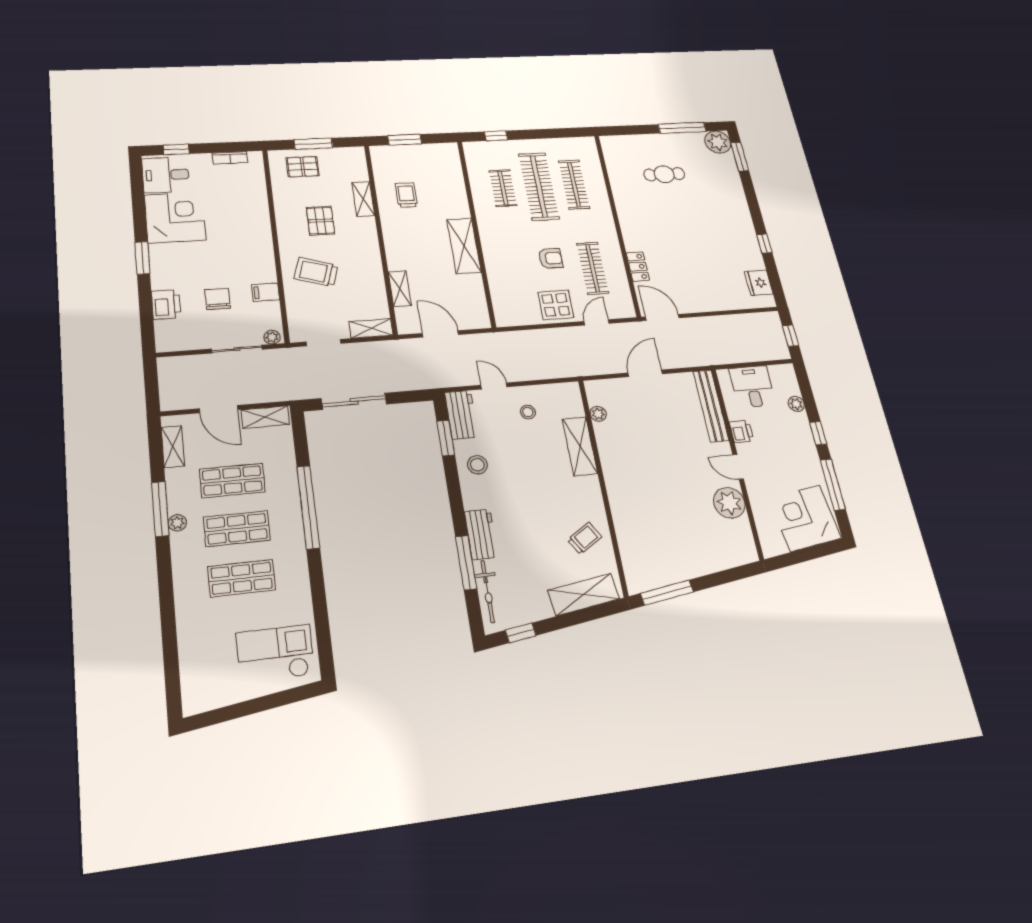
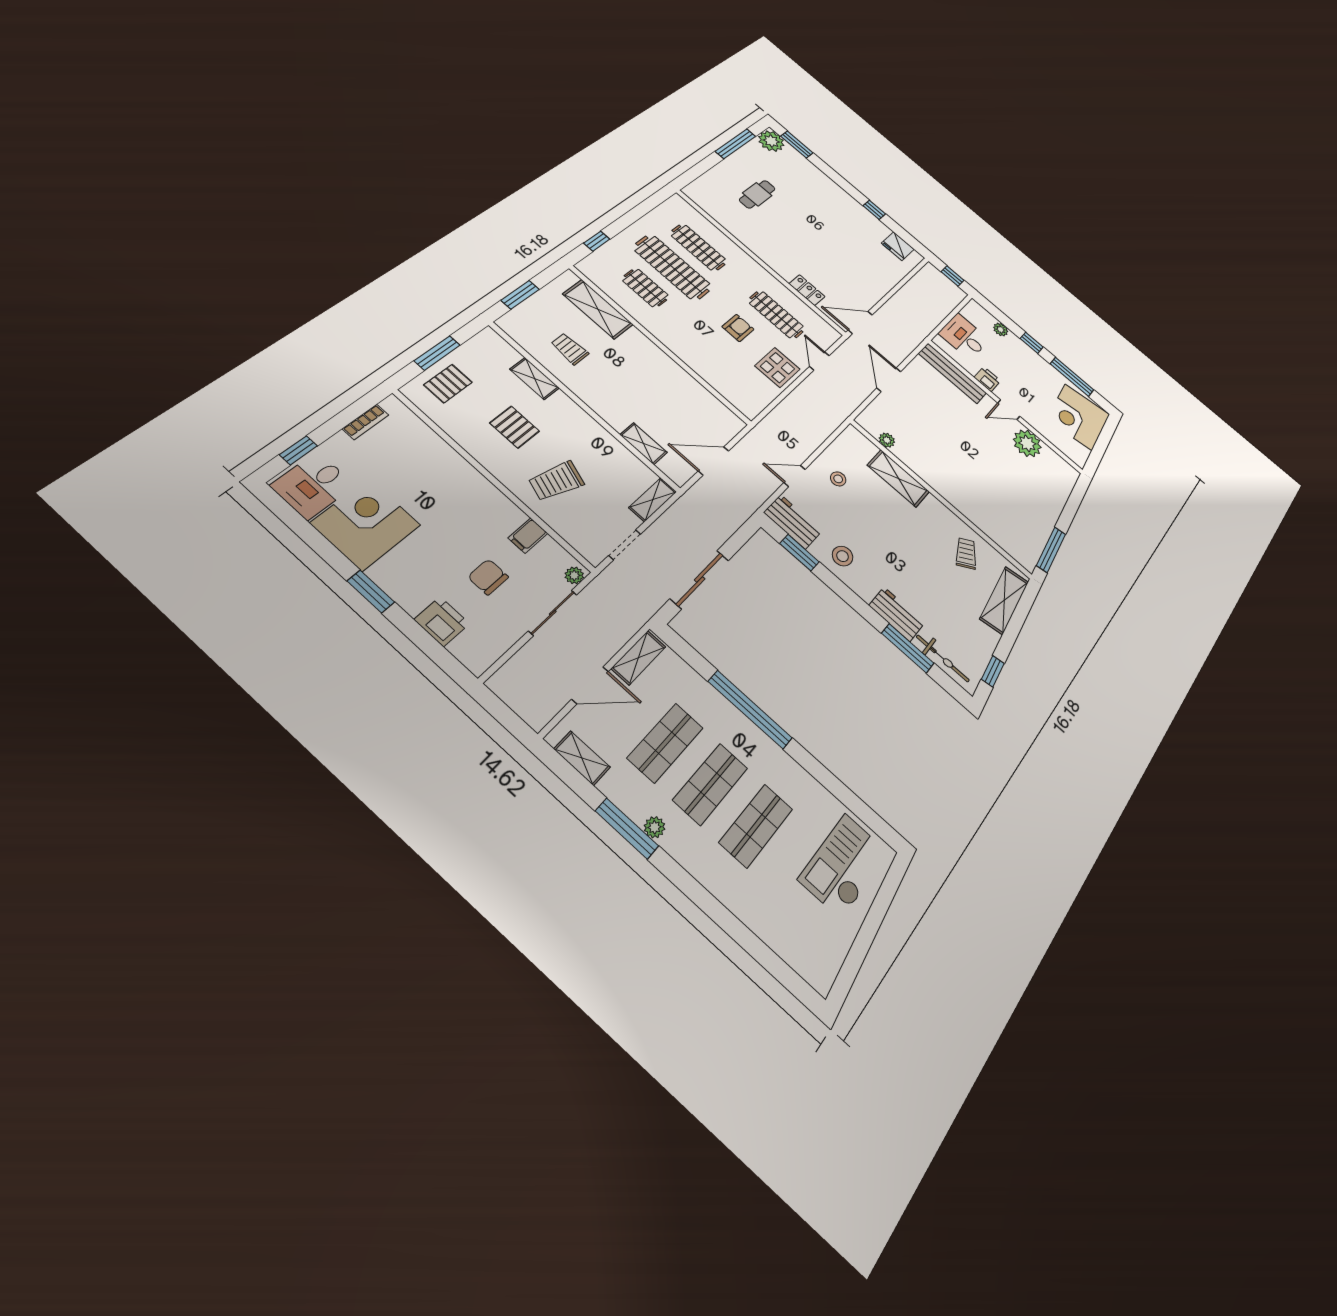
shelving: (464, 246) -> (598, 309), moved

